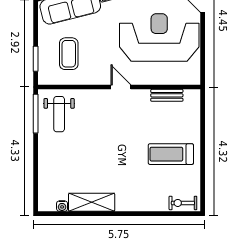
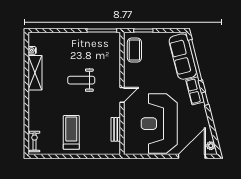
reception desk: (159, 37) -> (159, 124), turned 180
coffee table: (69, 54) -> (134, 50), moved, turned 90
weight bench: (59, 114) -> (81, 80), moved

